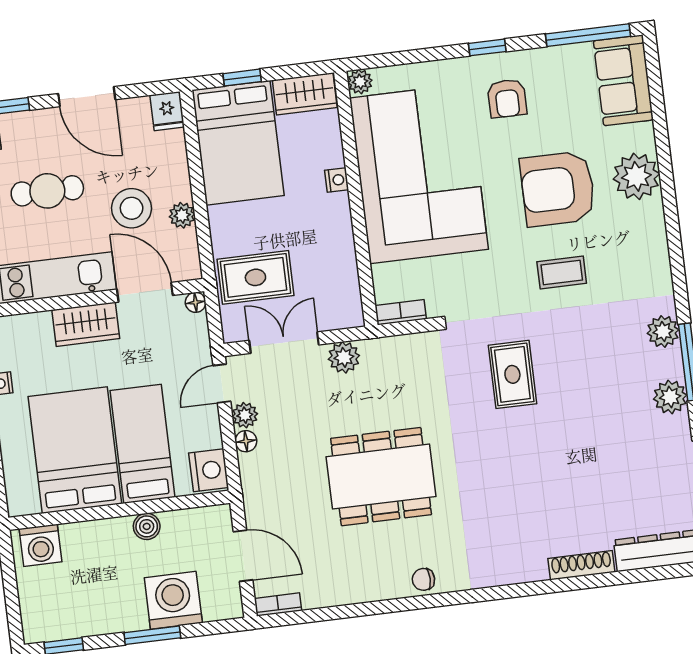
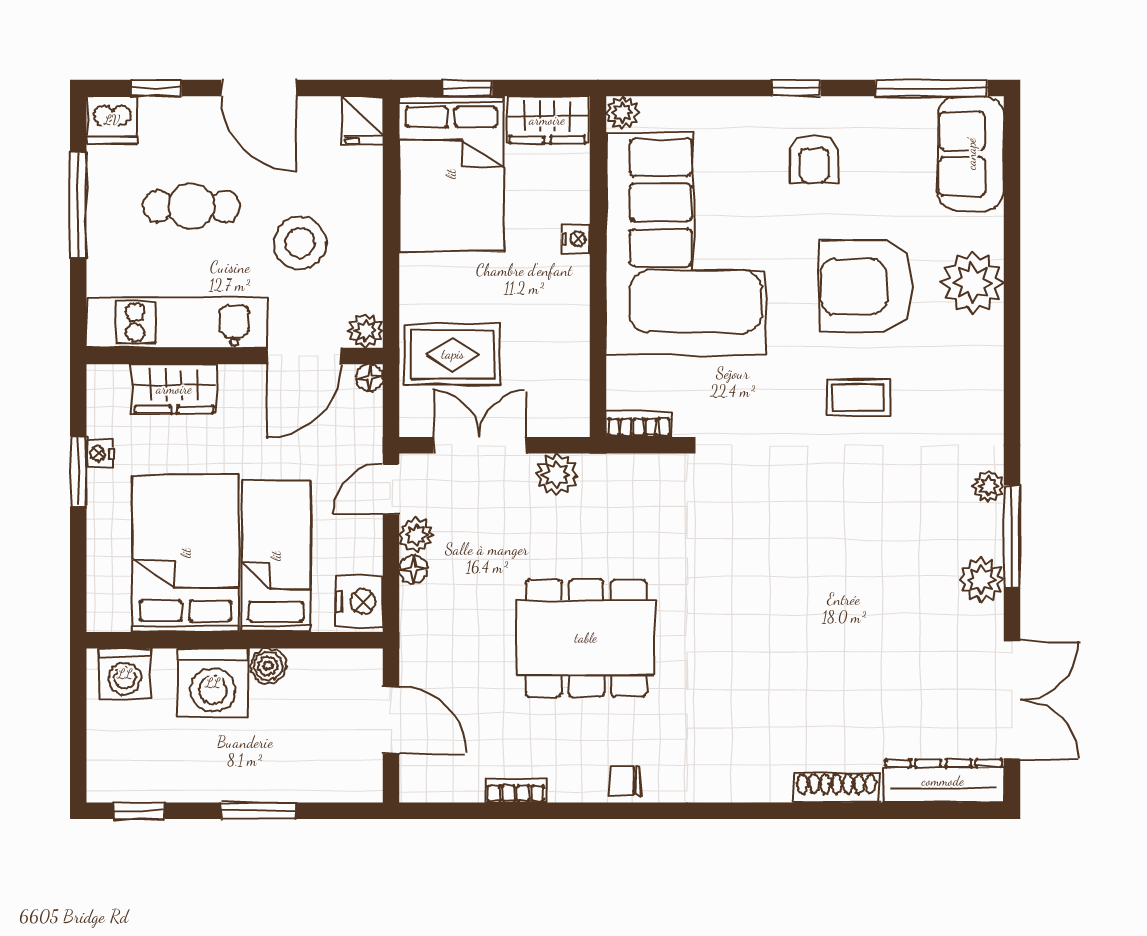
plant: (182, 215) -> (366, 331), moved
door: (145, 292) -> (304, 356), swing flipped
wardrobe: (86, 324) -> (174, 389), moved
plant: (663, 332) -> (988, 486), width x0.73, depth x0.73
rug: (512, 374) -> (776, 524), removed
washing machine: (173, 600) -> (213, 683), moved, turned 180
bookcase: (278, 604) -> (516, 790), moved

